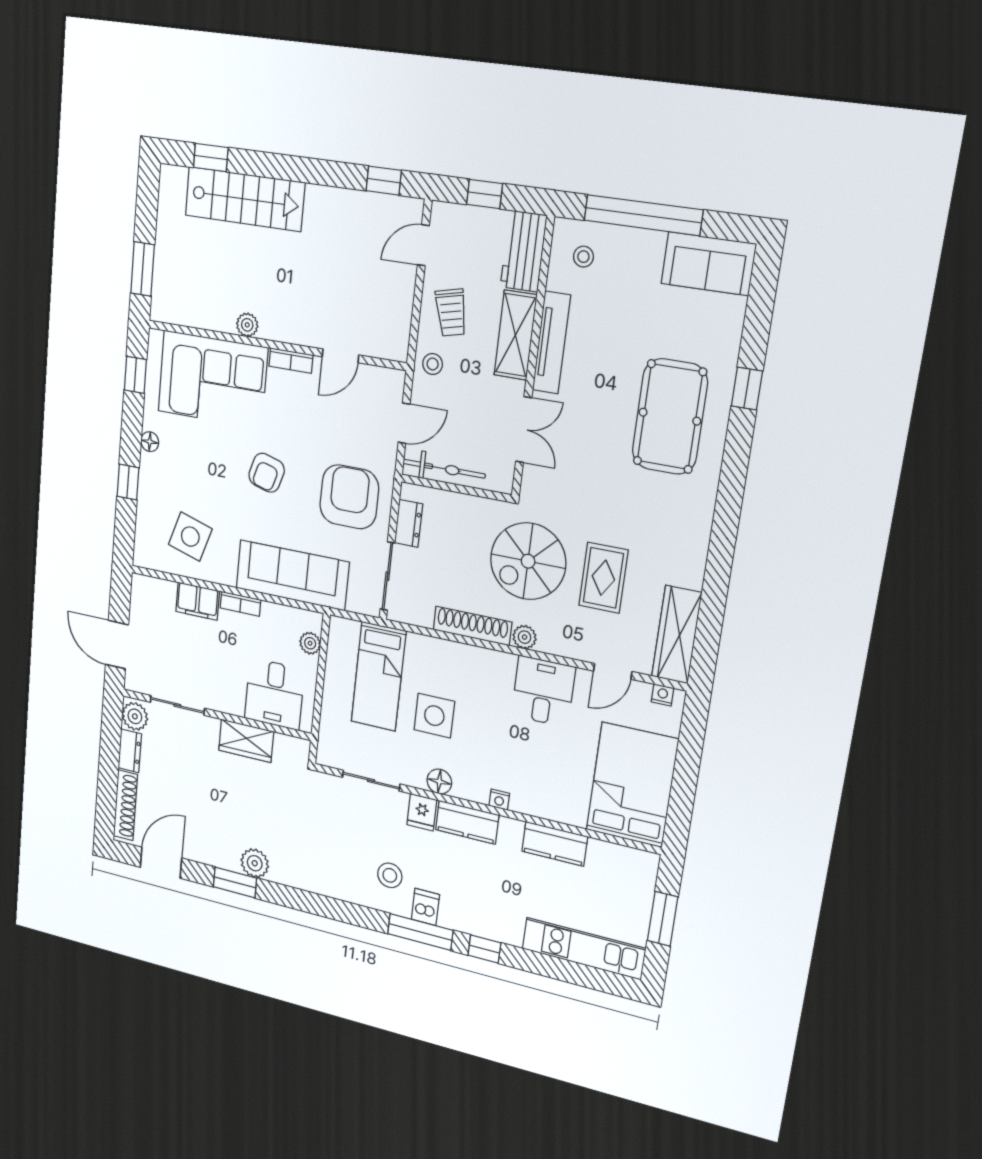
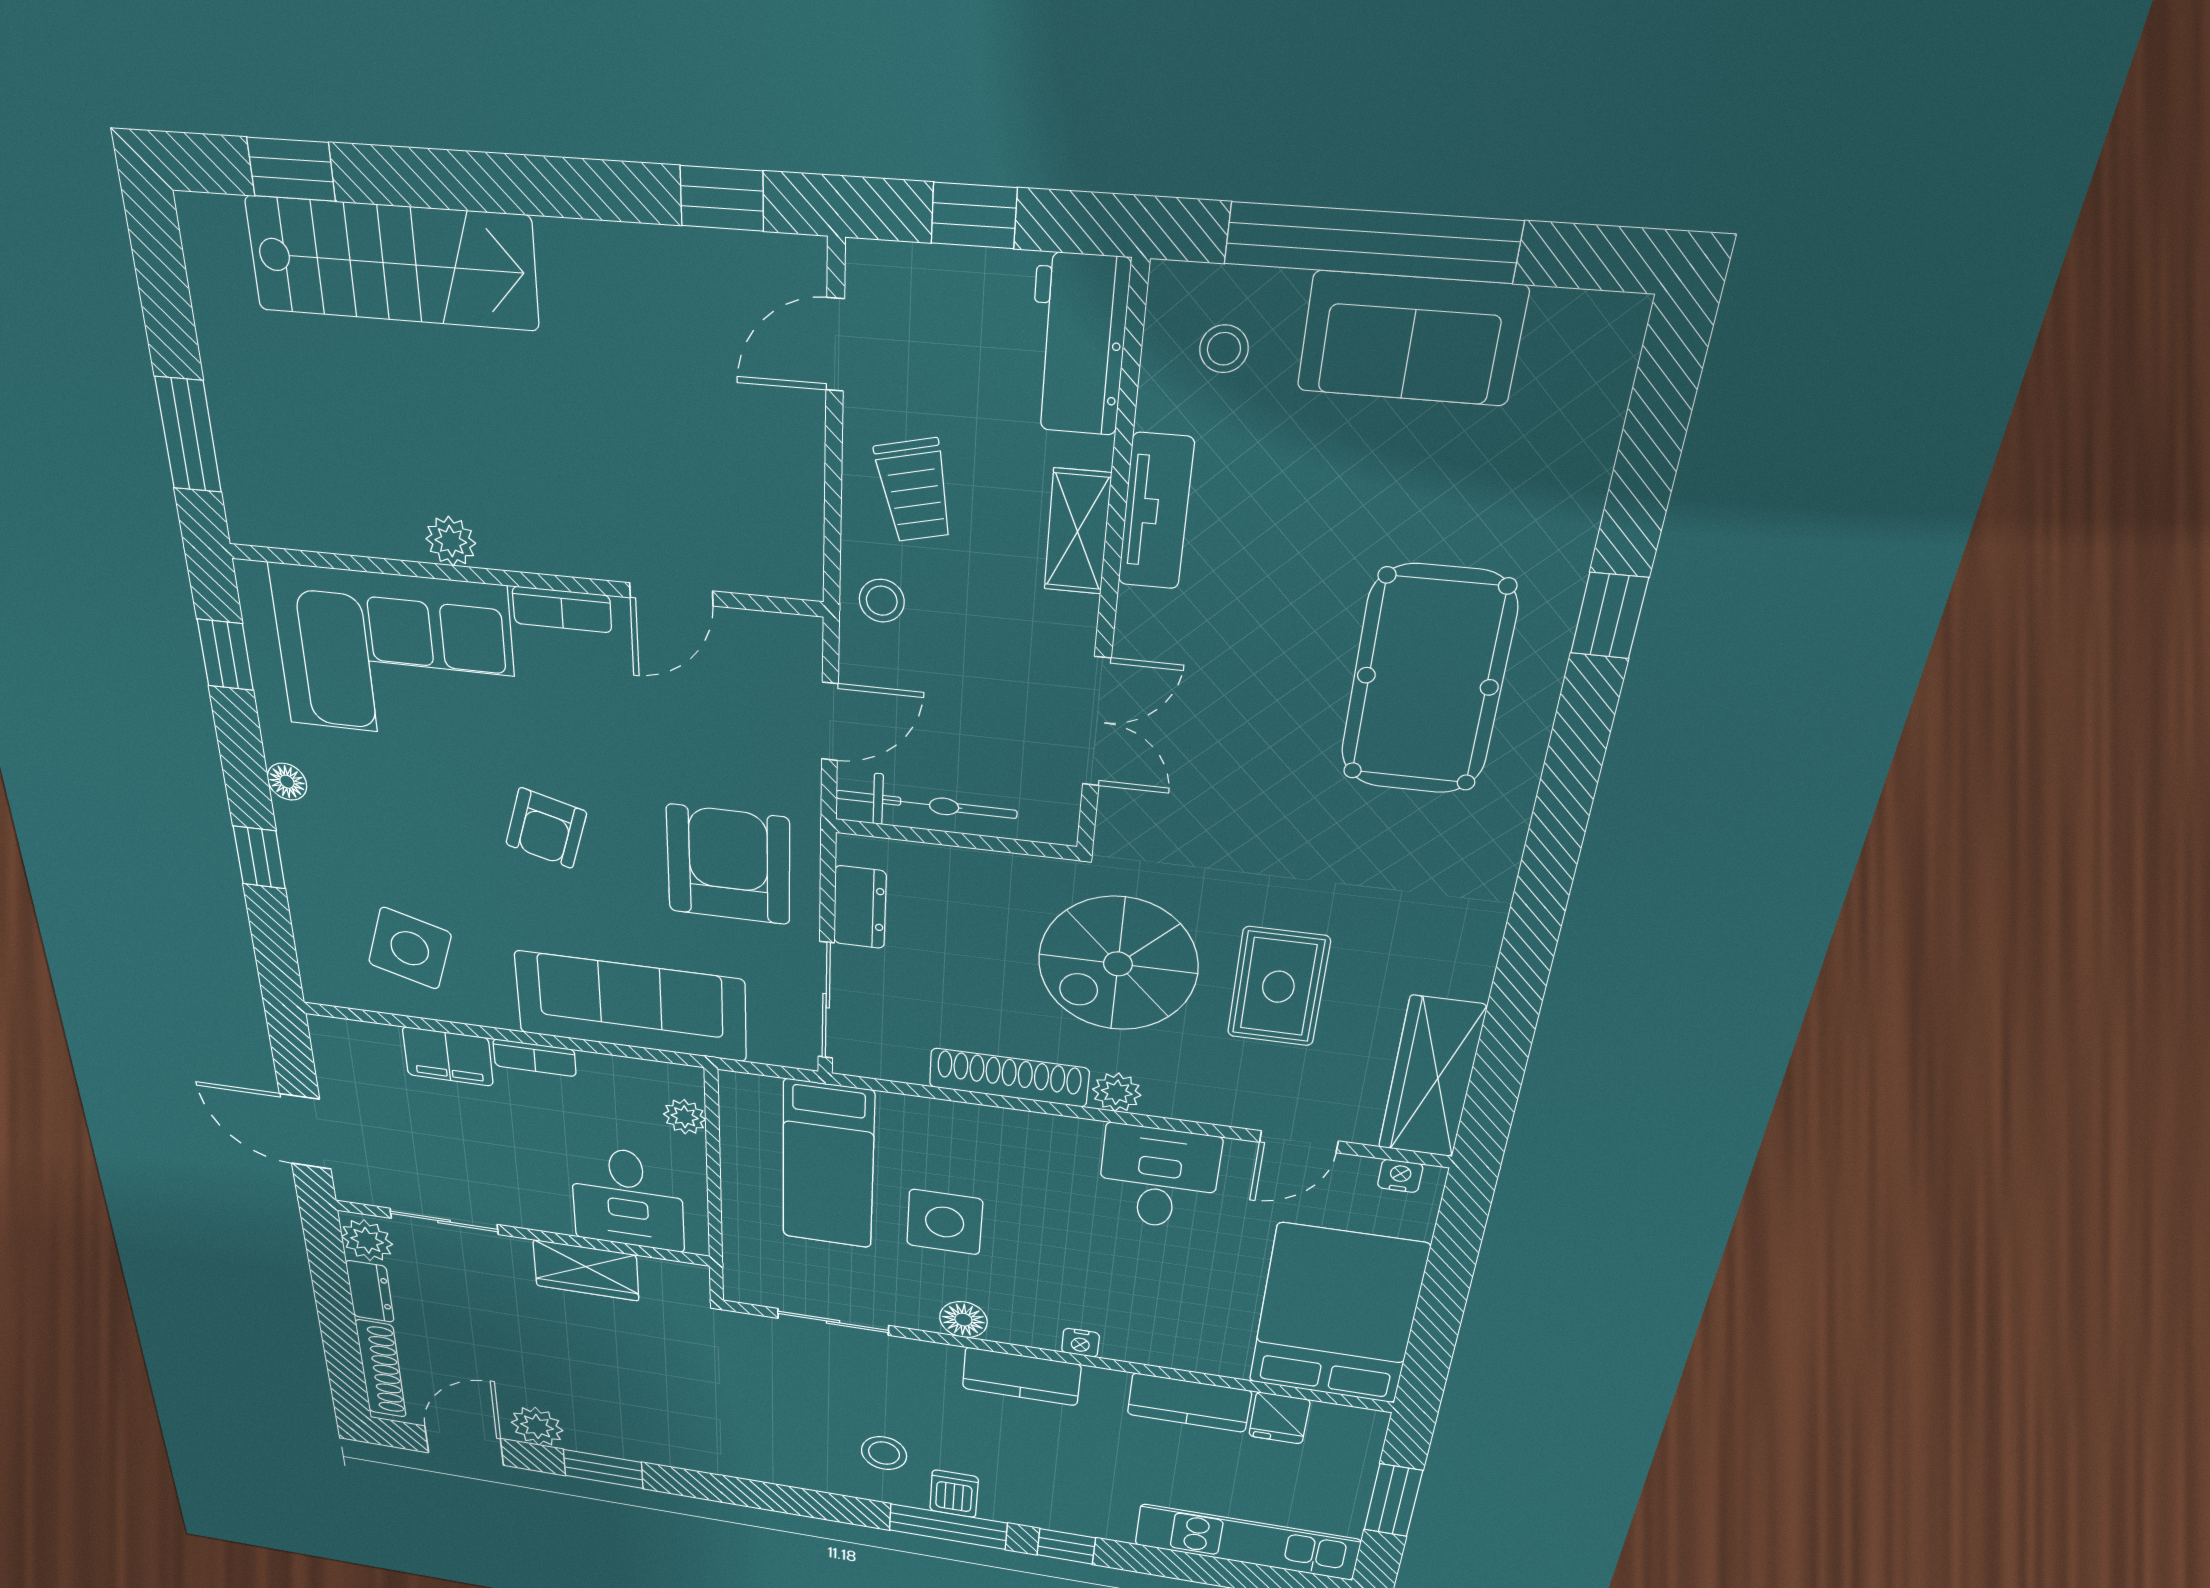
sofa: (708, 264) -> (1411, 339), moved
shelving: (515, 335) -> (1078, 532), width x0.67, depth x0.75
tv unit: (551, 343) -> (1156, 512), width x0.71
fridge: (422, 812) -> (1279, 1418), moved
plant: (255, 863) -> (537, 1426), moved

